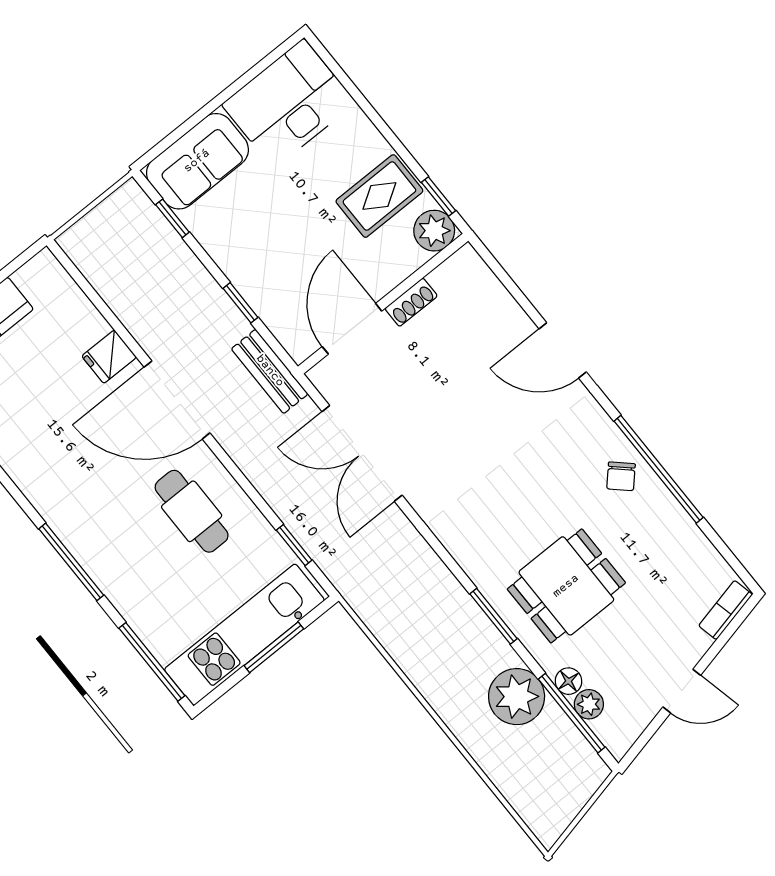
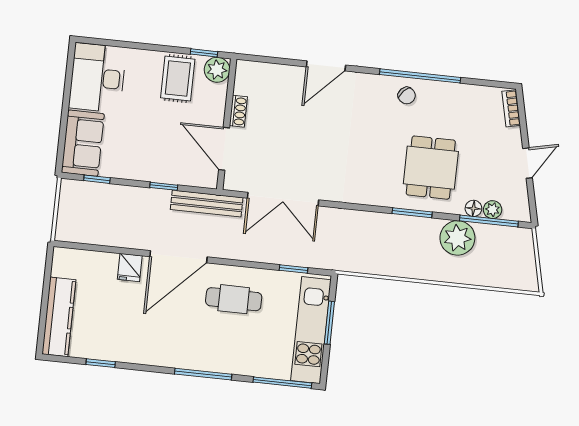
bench: (270, 371) -> (207, 204), width x1.36

